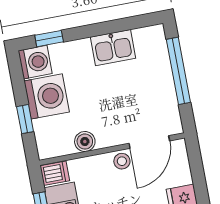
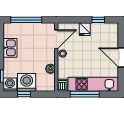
window: (25, 119) -> (24, 94), moved
door: (149, 142) -> (56, 39), hinge flipped

